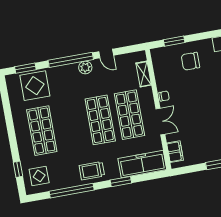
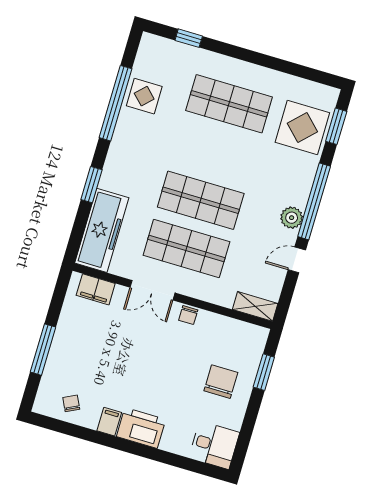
shelving: (144, 74) -> (255, 306), moved
trolley: (92, 171) -> (130, 149), removed
display table: (39, 176) -> (144, 96), moved

